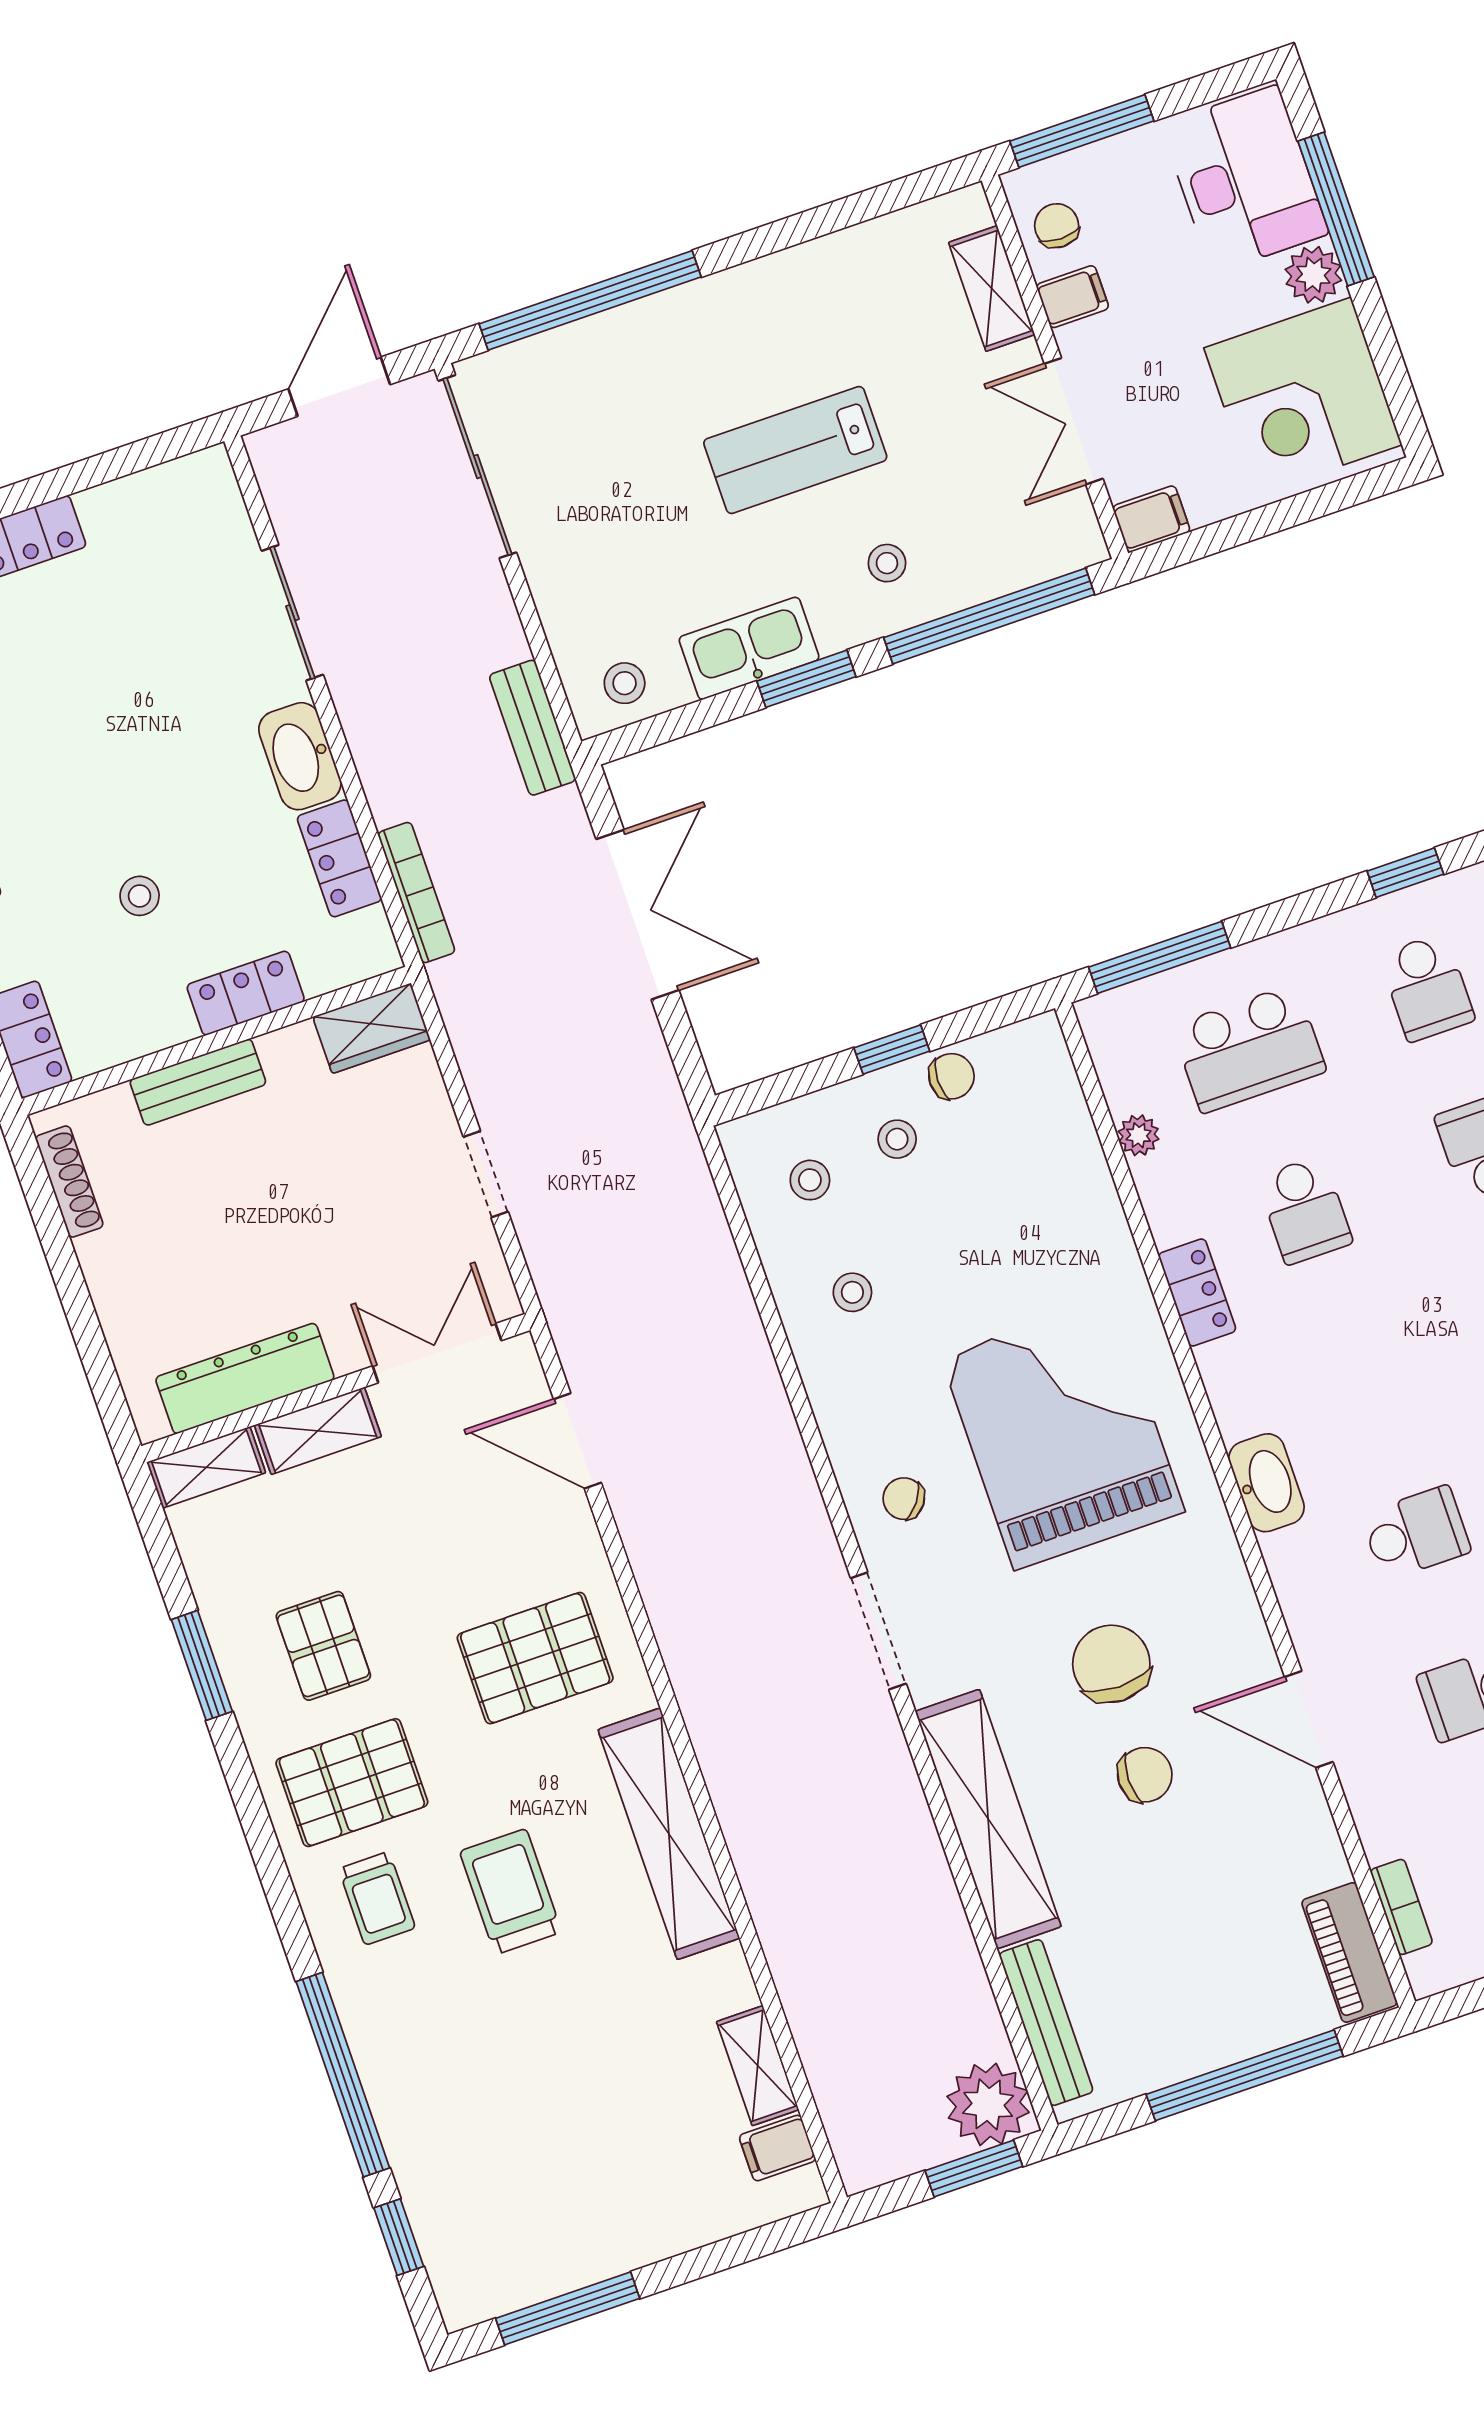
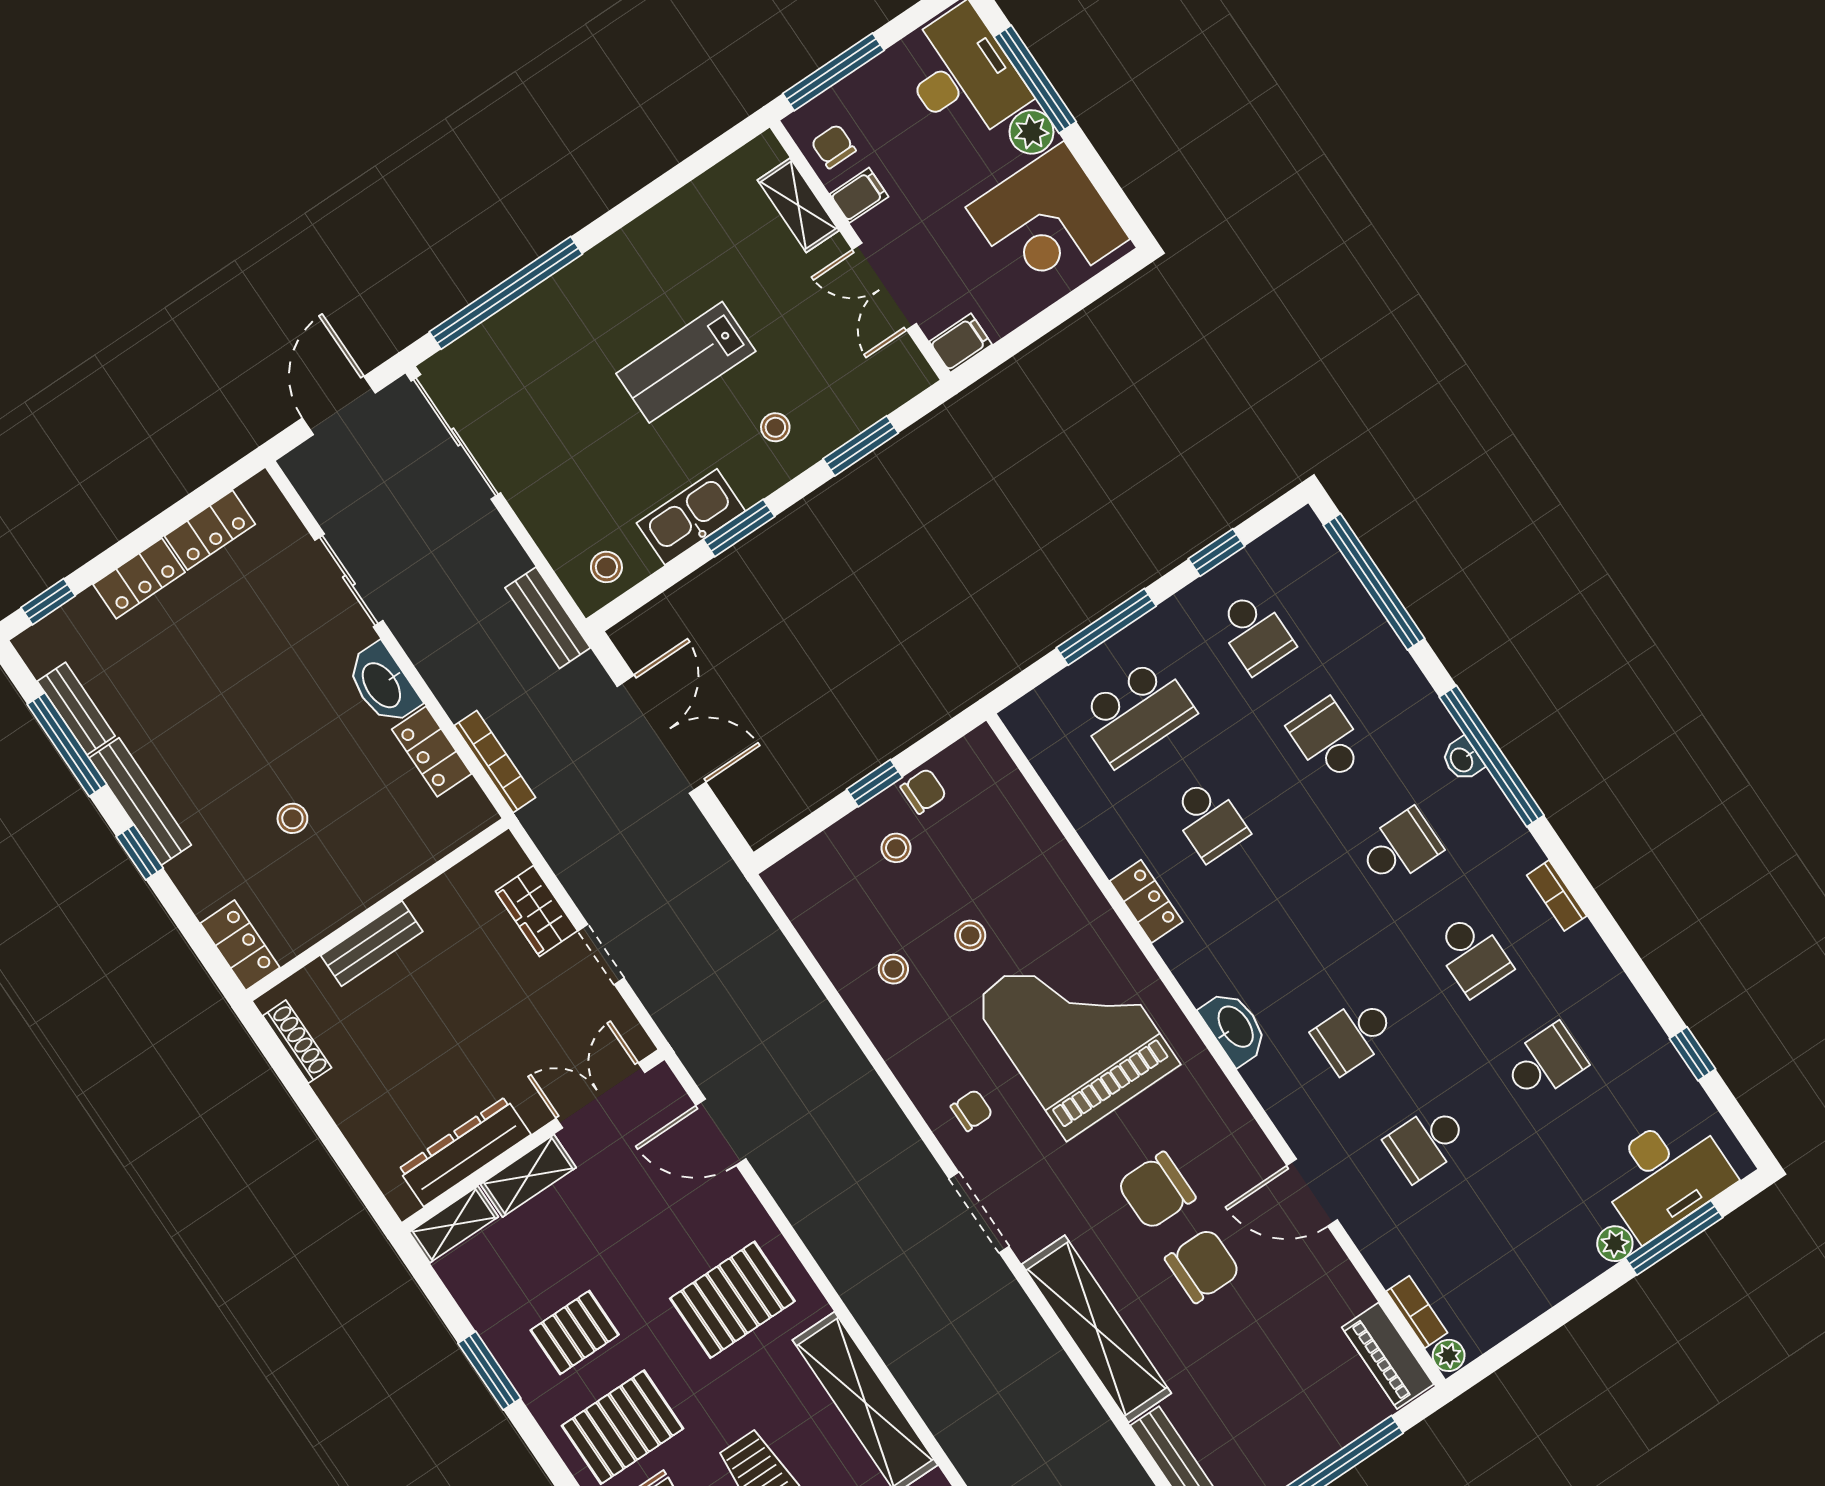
window: (989, 616) -> (861, 446), width x0.47
window: (1160, 957) -> (1106, 627), moved
locker: (246, 993) -> (210, 530), moved, turned 180
wardrobe: (372, 1028) -> (536, 911), moved, turned 90
plant: (1139, 1135) -> (1449, 1355), moved
stool: (810, 1180) -> (970, 935), moved
chair: (904, 1499) -> (972, 1110), turned 143
school desk: (1416, 1533) -> (1354, 1035), turned 180
pallet: (323, 1646) -> (575, 1332), turned 90
chair: (1111, 1664) -> (1156, 1191), turned -90
chair: (1145, 1775) -> (1203, 1266), width x1.37, depth x1.37

